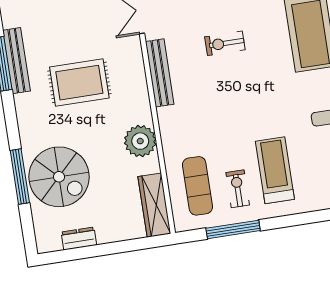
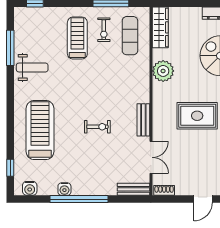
bench: (160, 73) -> (143, 120), width x0.73
treadmill: (275, 170) -> (77, 38), turned 180

